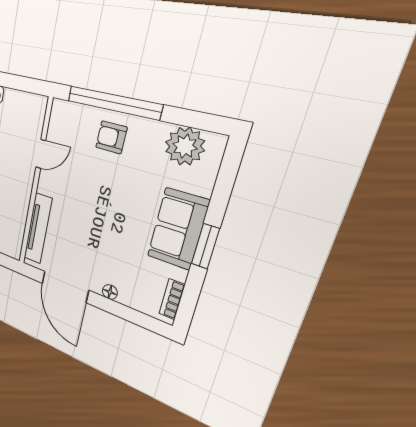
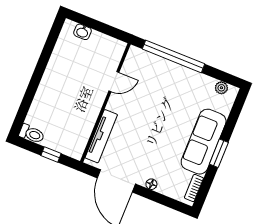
armchair: (111, 137) -> (169, 78), removed
plant: (185, 146) -> (221, 88), width x0.53, depth x0.53
sofa: (178, 229) -> (204, 142), width x1.36

